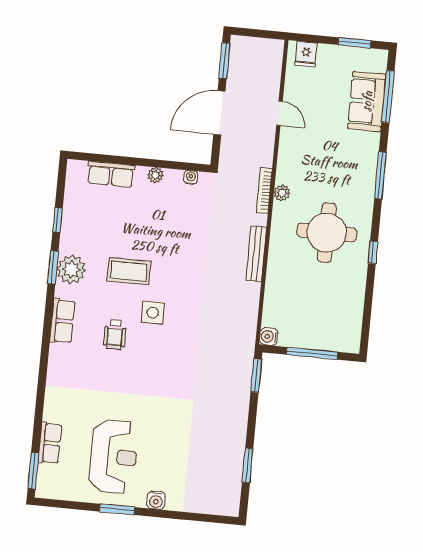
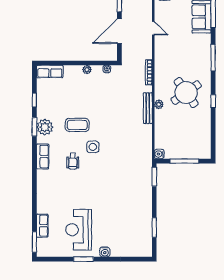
row of seats: (111, 174) -> (50, 71), moved
plant: (282, 193) -> (159, 104), moved
round table: (327, 233) -> (186, 93), turned -35
reception desk: (113, 457) -> (79, 230), turned 180

